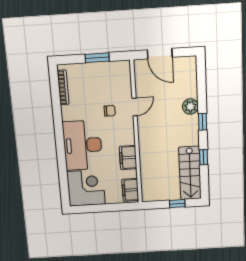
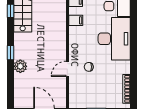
window: (204, 157) -> (10, 11), moved
filing cabinet: (128, 158) -> (76, 20), width x0.50

